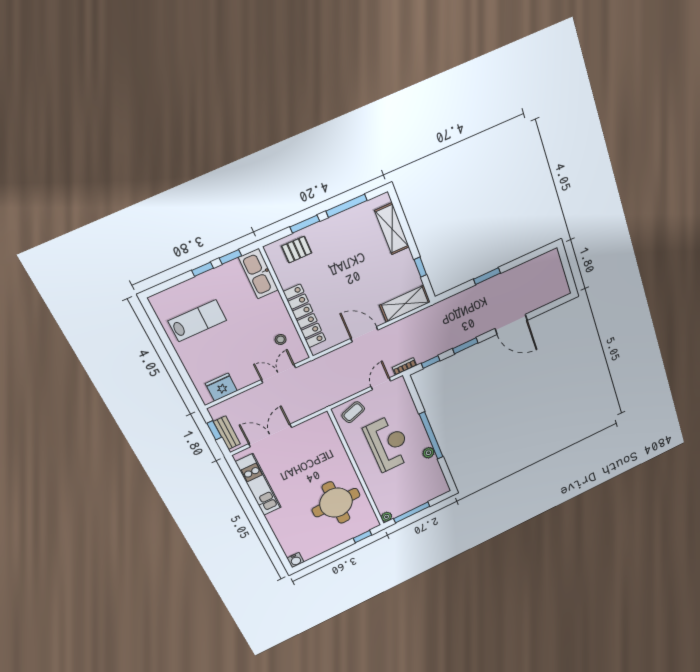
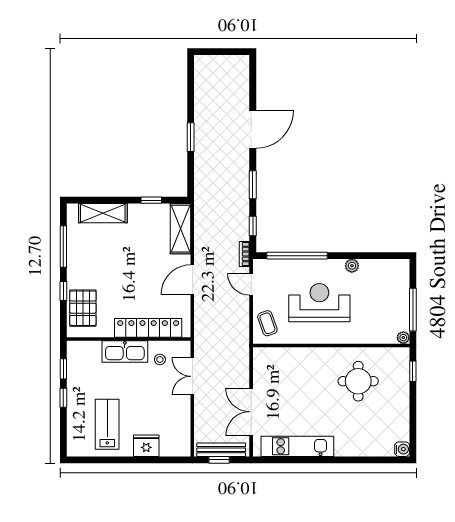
window: (305, 224) -> (63, 291), width x0.67
pallet: (297, 250) -> (83, 308), width x1.50, depth x1.42
kitchen sink: (259, 274) -> (125, 352), moved
fridge: (221, 387) -> (146, 446), moved, turned 90
bench: (227, 433) -> (221, 450), width x1.36
window: (431, 436) -> (297, 256), moved
round table: (336, 503) -> (358, 381), width x0.73, depth x0.73

